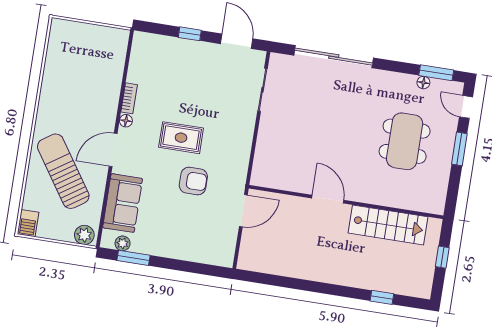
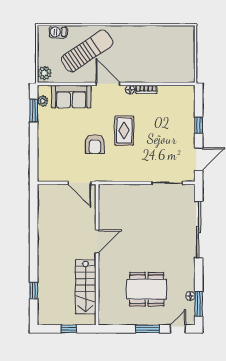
barbecue: (28, 223) -> (58, 32), moved

